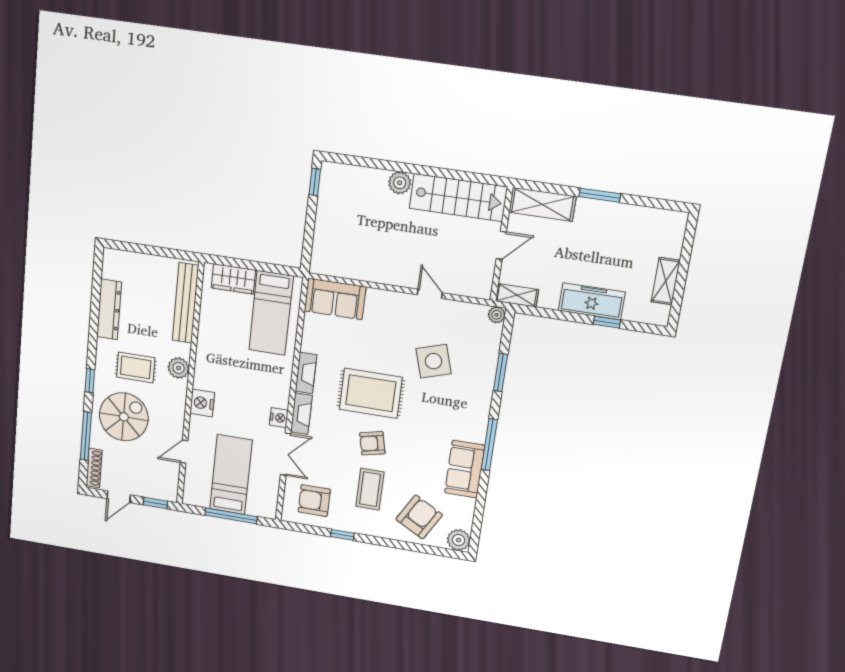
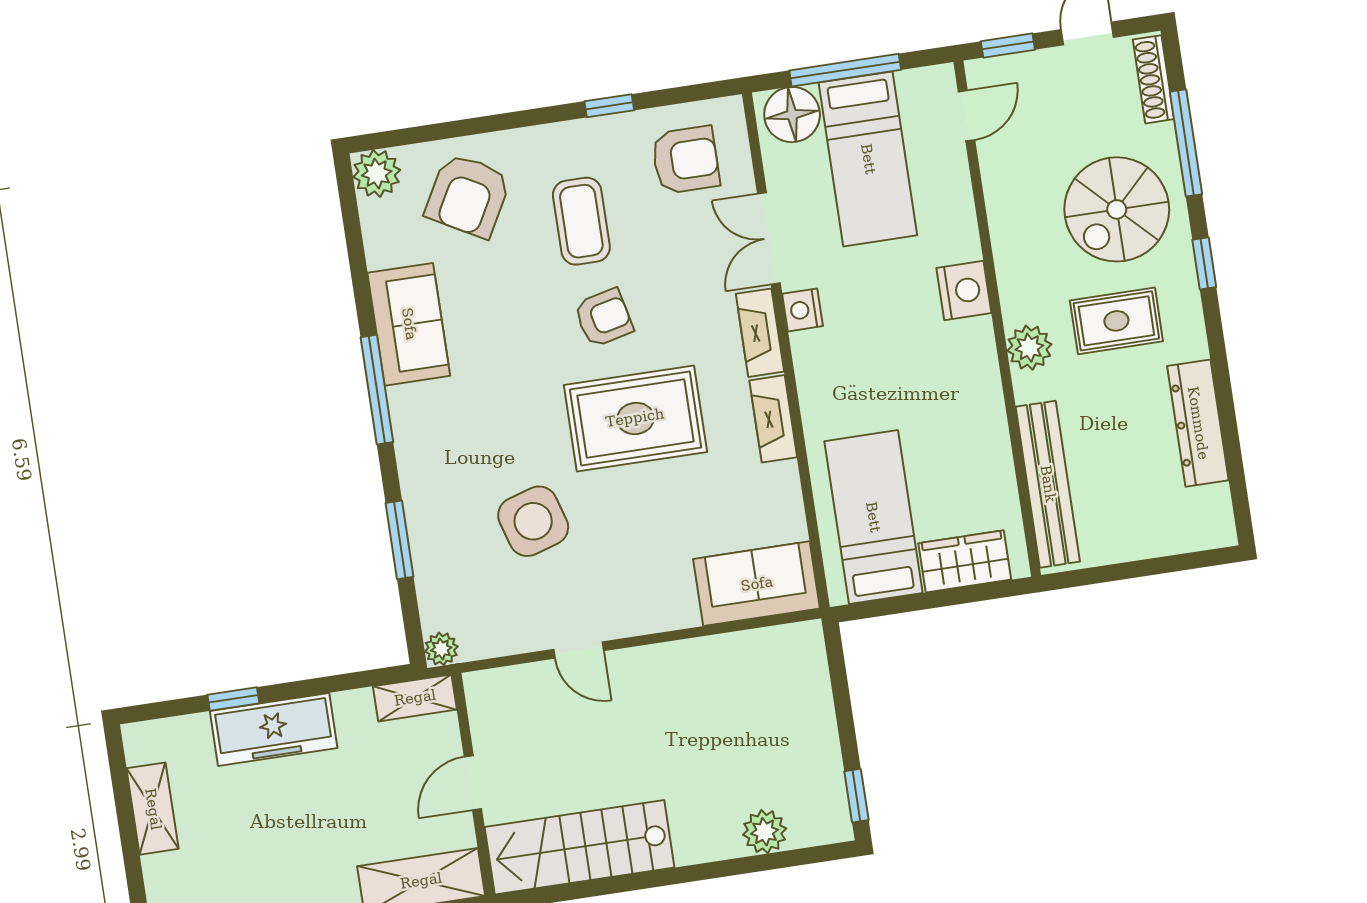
plant: (400, 183) -> (765, 832), moved
door: (184, 452) -> (967, 116), moved
floor lamp: (260, 505) -> (792, 115), added

